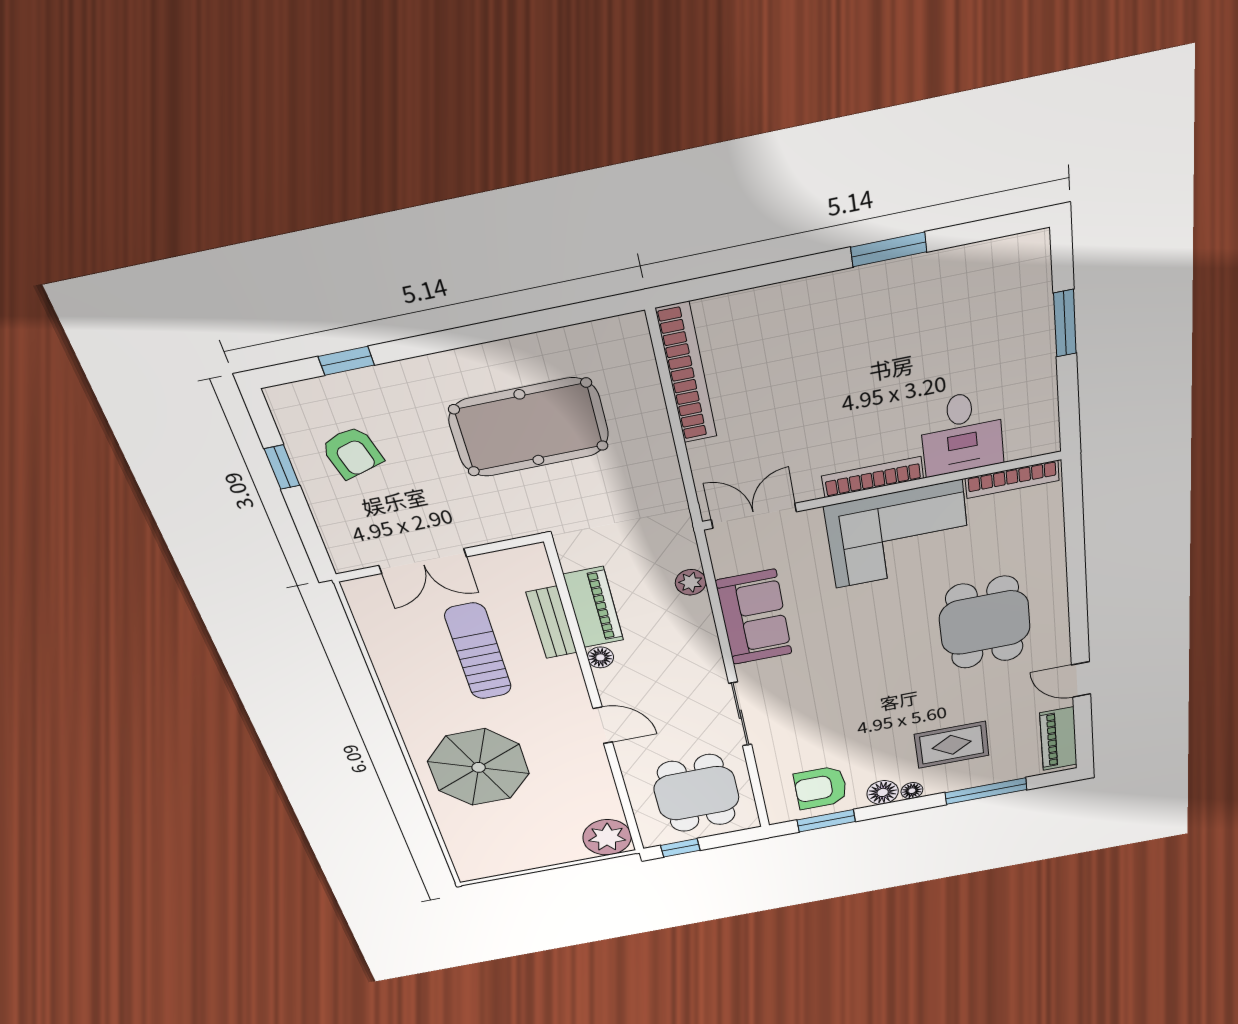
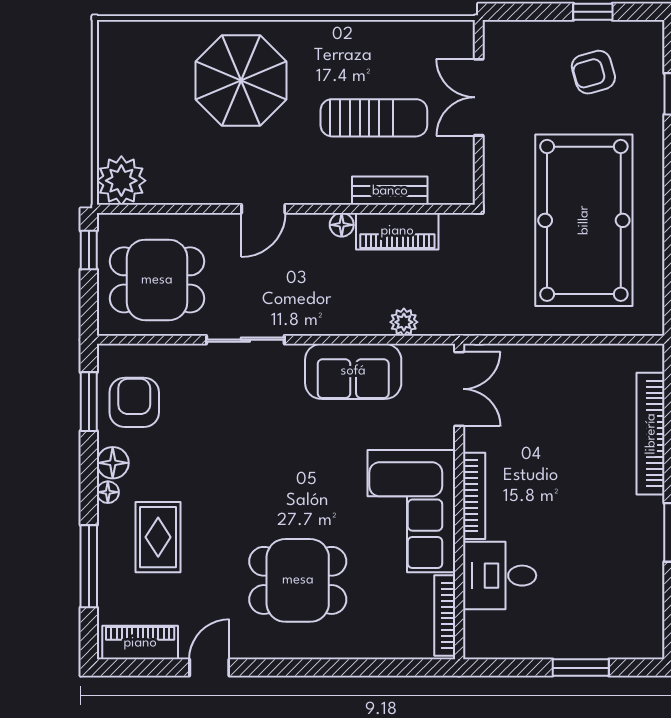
bookcase: (687, 374) -> (651, 434), moved, turned 90
pool table: (529, 428) -> (584, 220), width x1.36, depth x1.32

